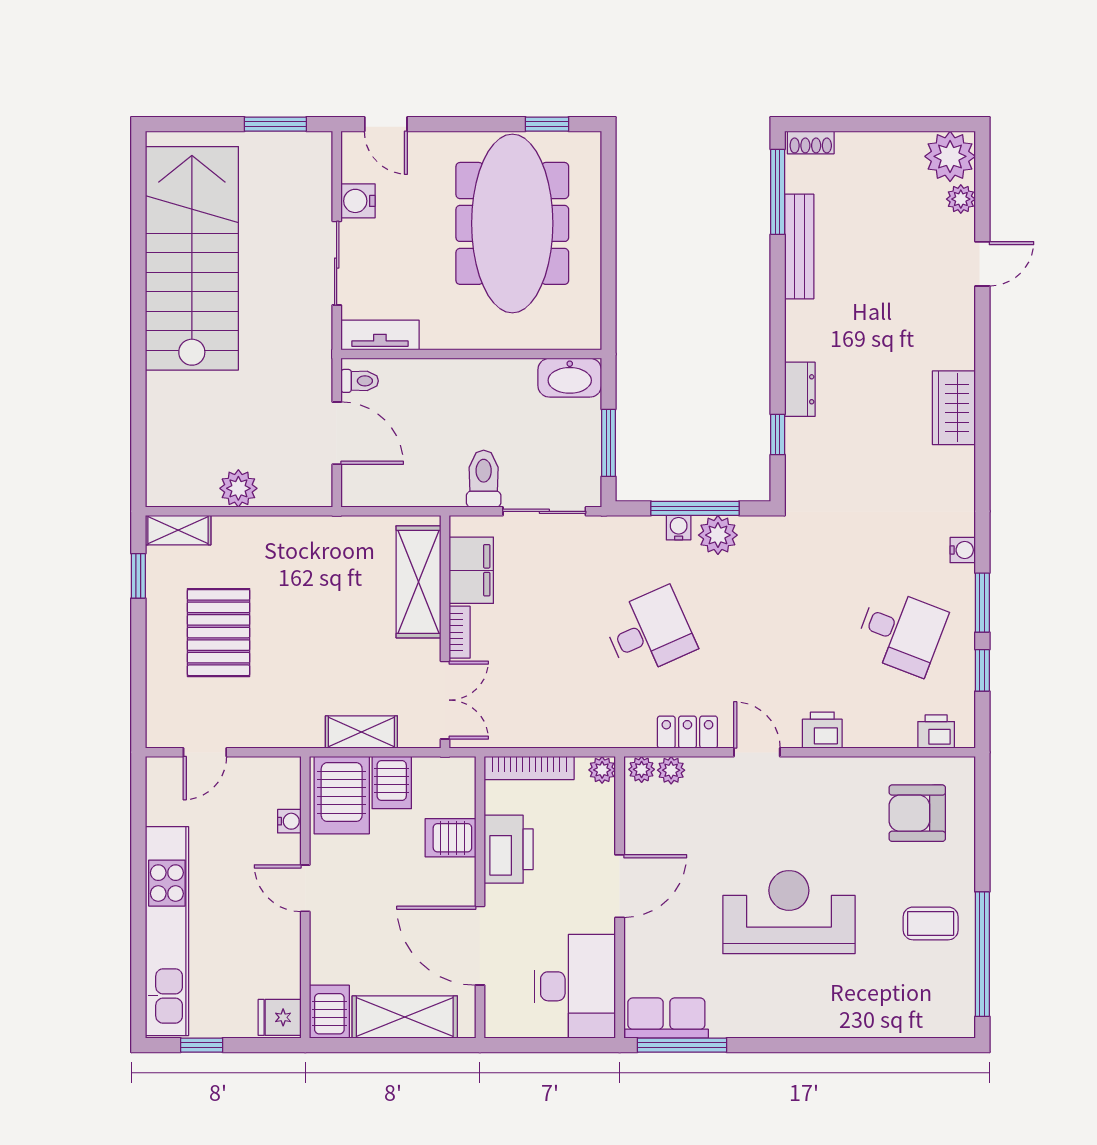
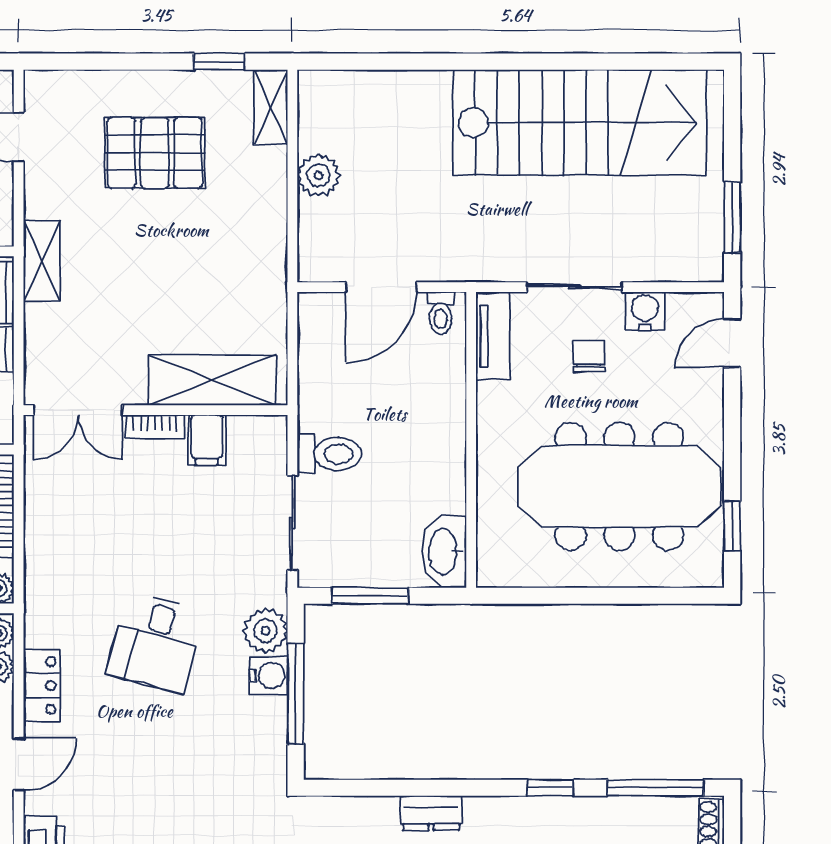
bench: (799, 246) -> (593, 812), removed
chair: (397, 250) -> (589, 356), added
window: (778, 435) -> (550, 788), moved
water cooler: (679, 528) -> (268, 675), width x1.38, depth x1.38
plant: (718, 535) -> (265, 631), moved
filing cabinet: (471, 570) -> (207, 440), width x0.50
desk: (649, 632) -> (156, 642), turned 39
shelving: (361, 732) -> (42, 261), moved

